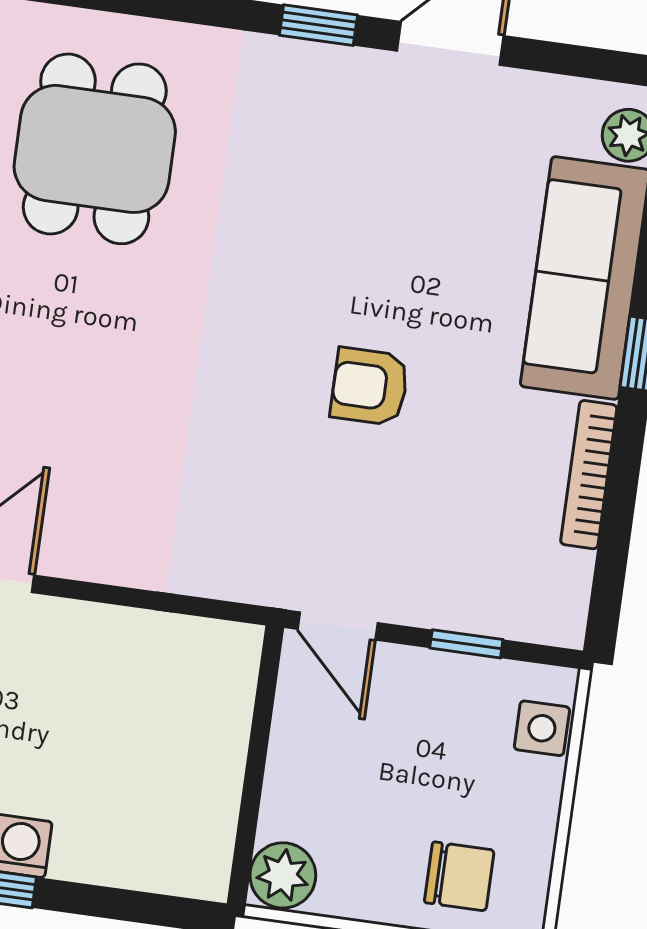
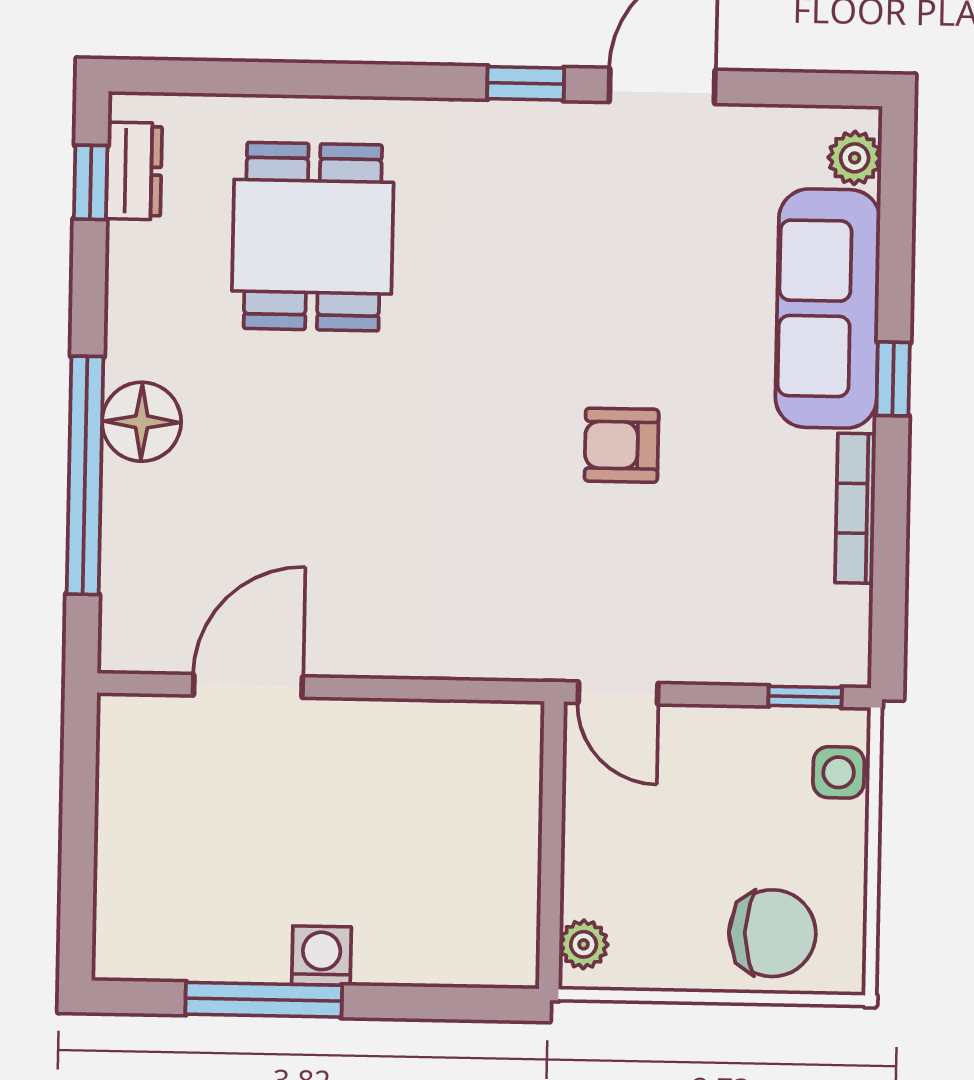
window: (466, 644) -> (805, 697), moved
plant: (283, 875) -> (584, 944), width x0.73, depth x0.73
chair: (459, 876) -> (772, 933), width x1.37, depth x1.37

